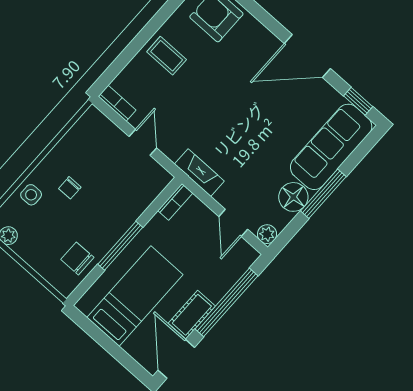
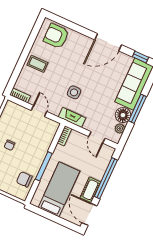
side table: (217, 128) -> (74, 92), added
plant: (267, 234) -> (120, 128), moved

